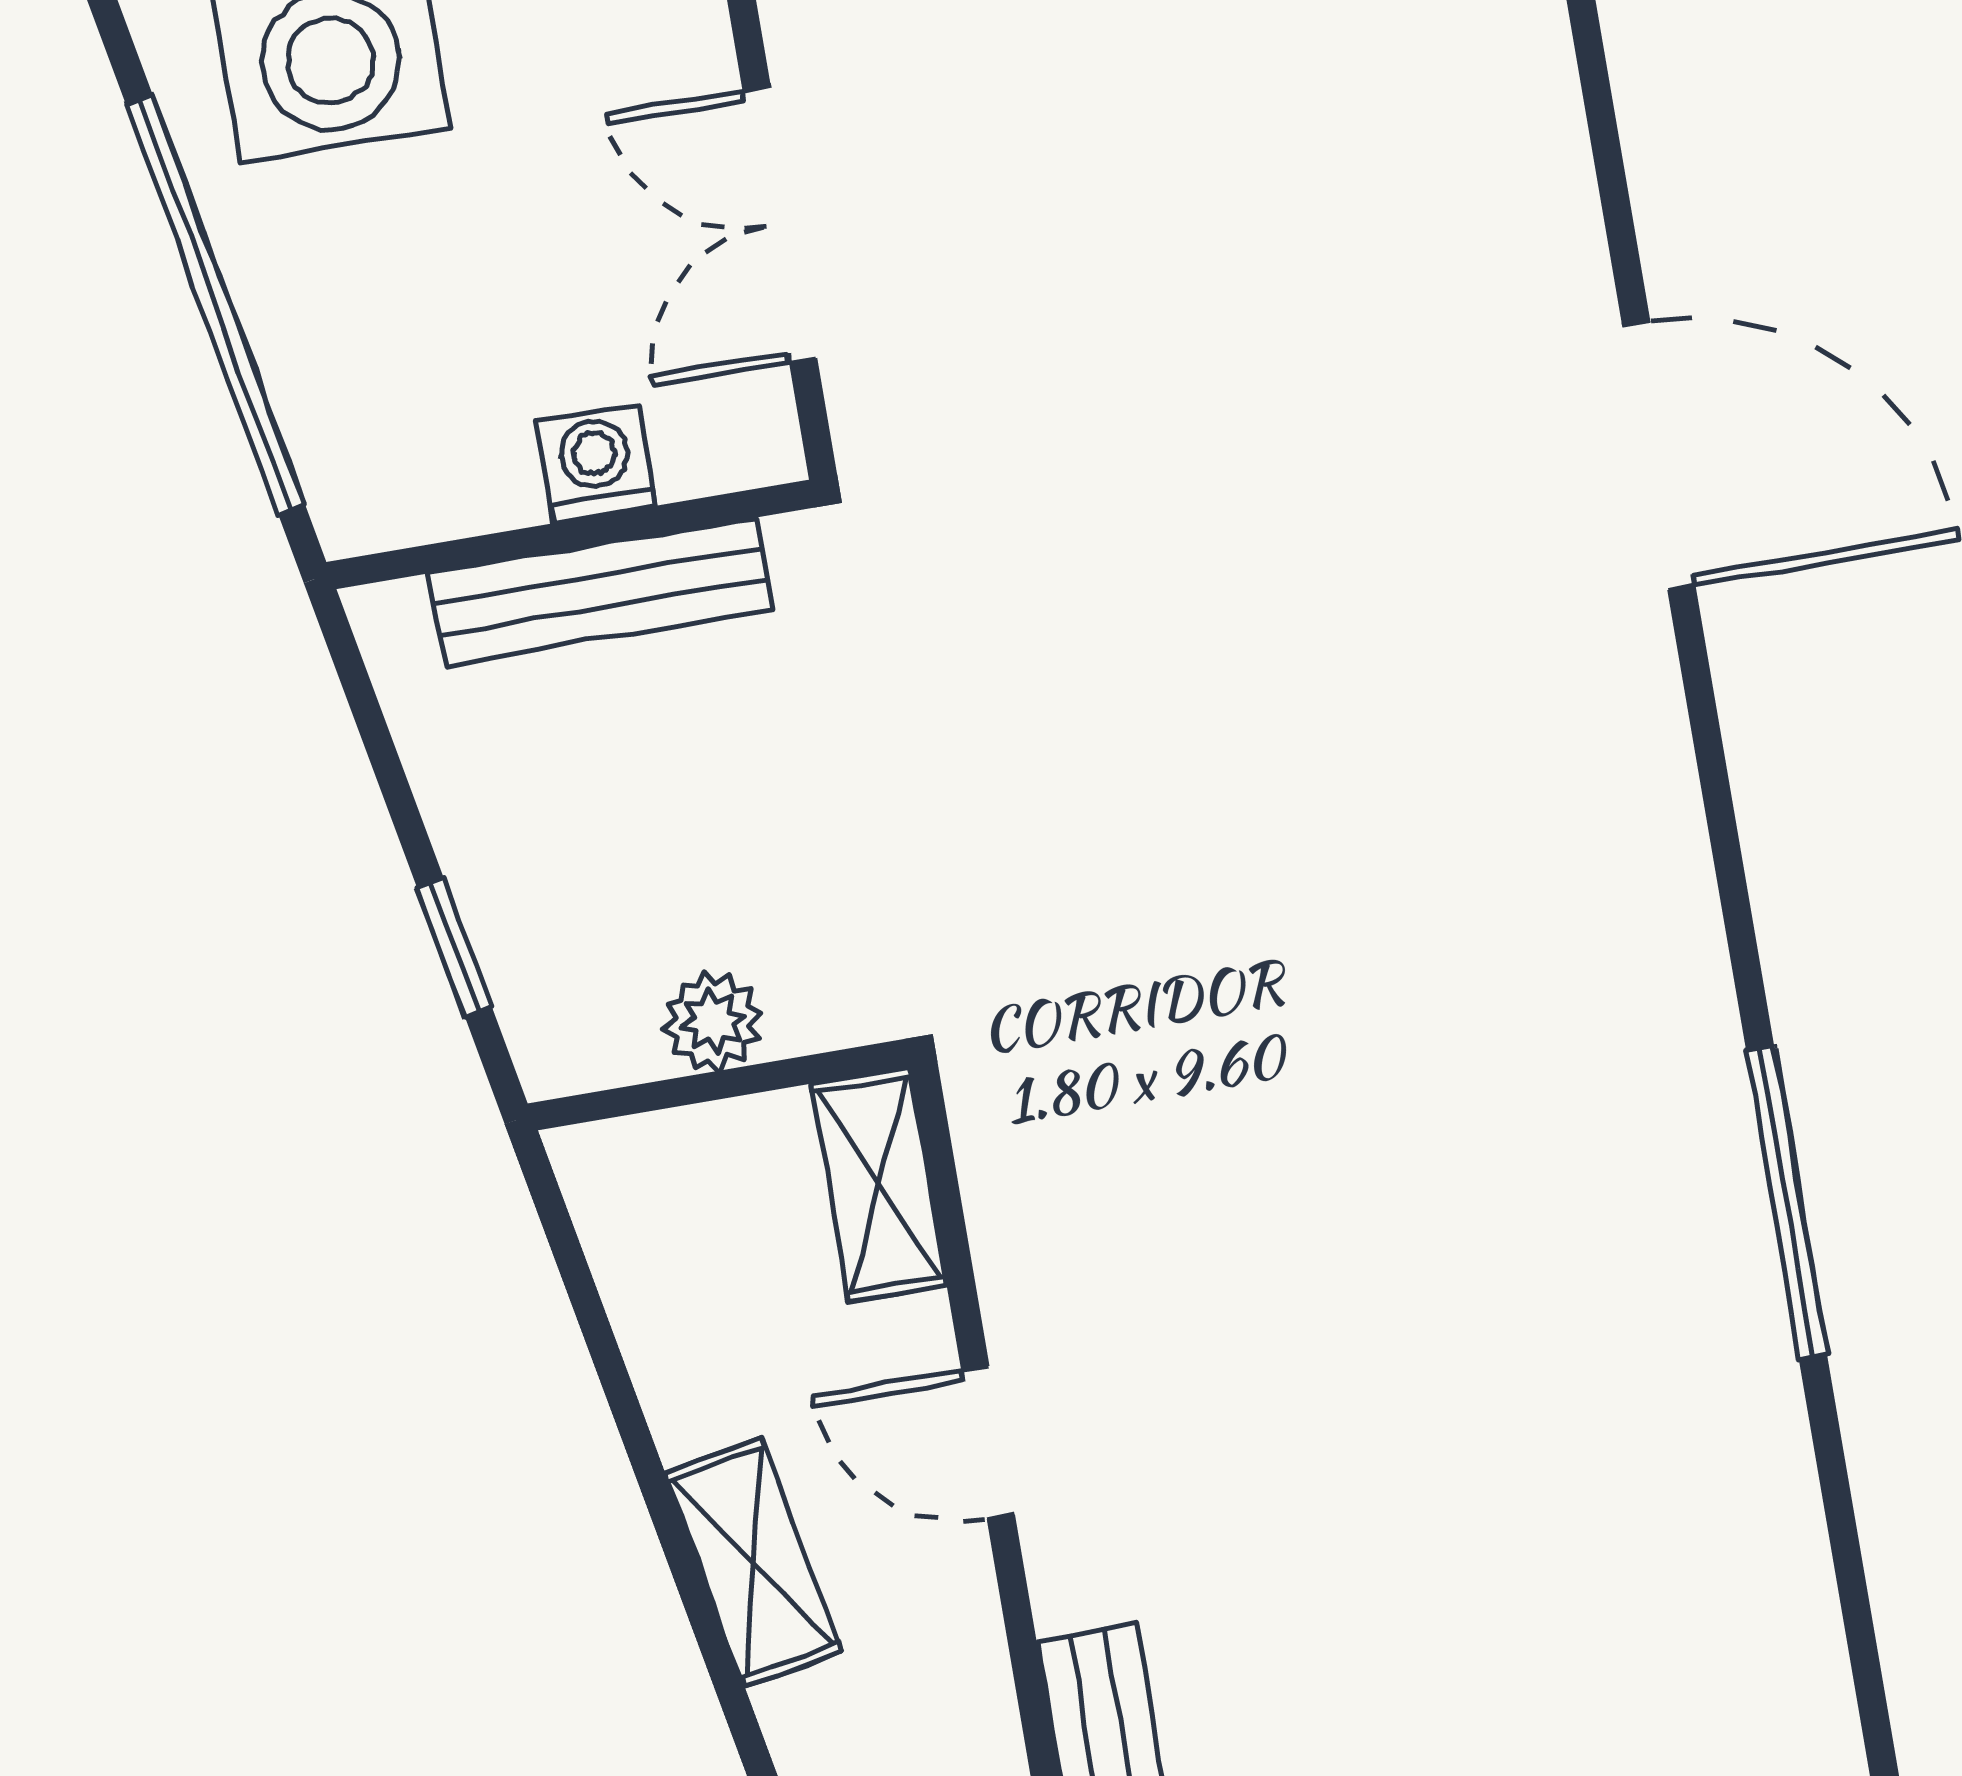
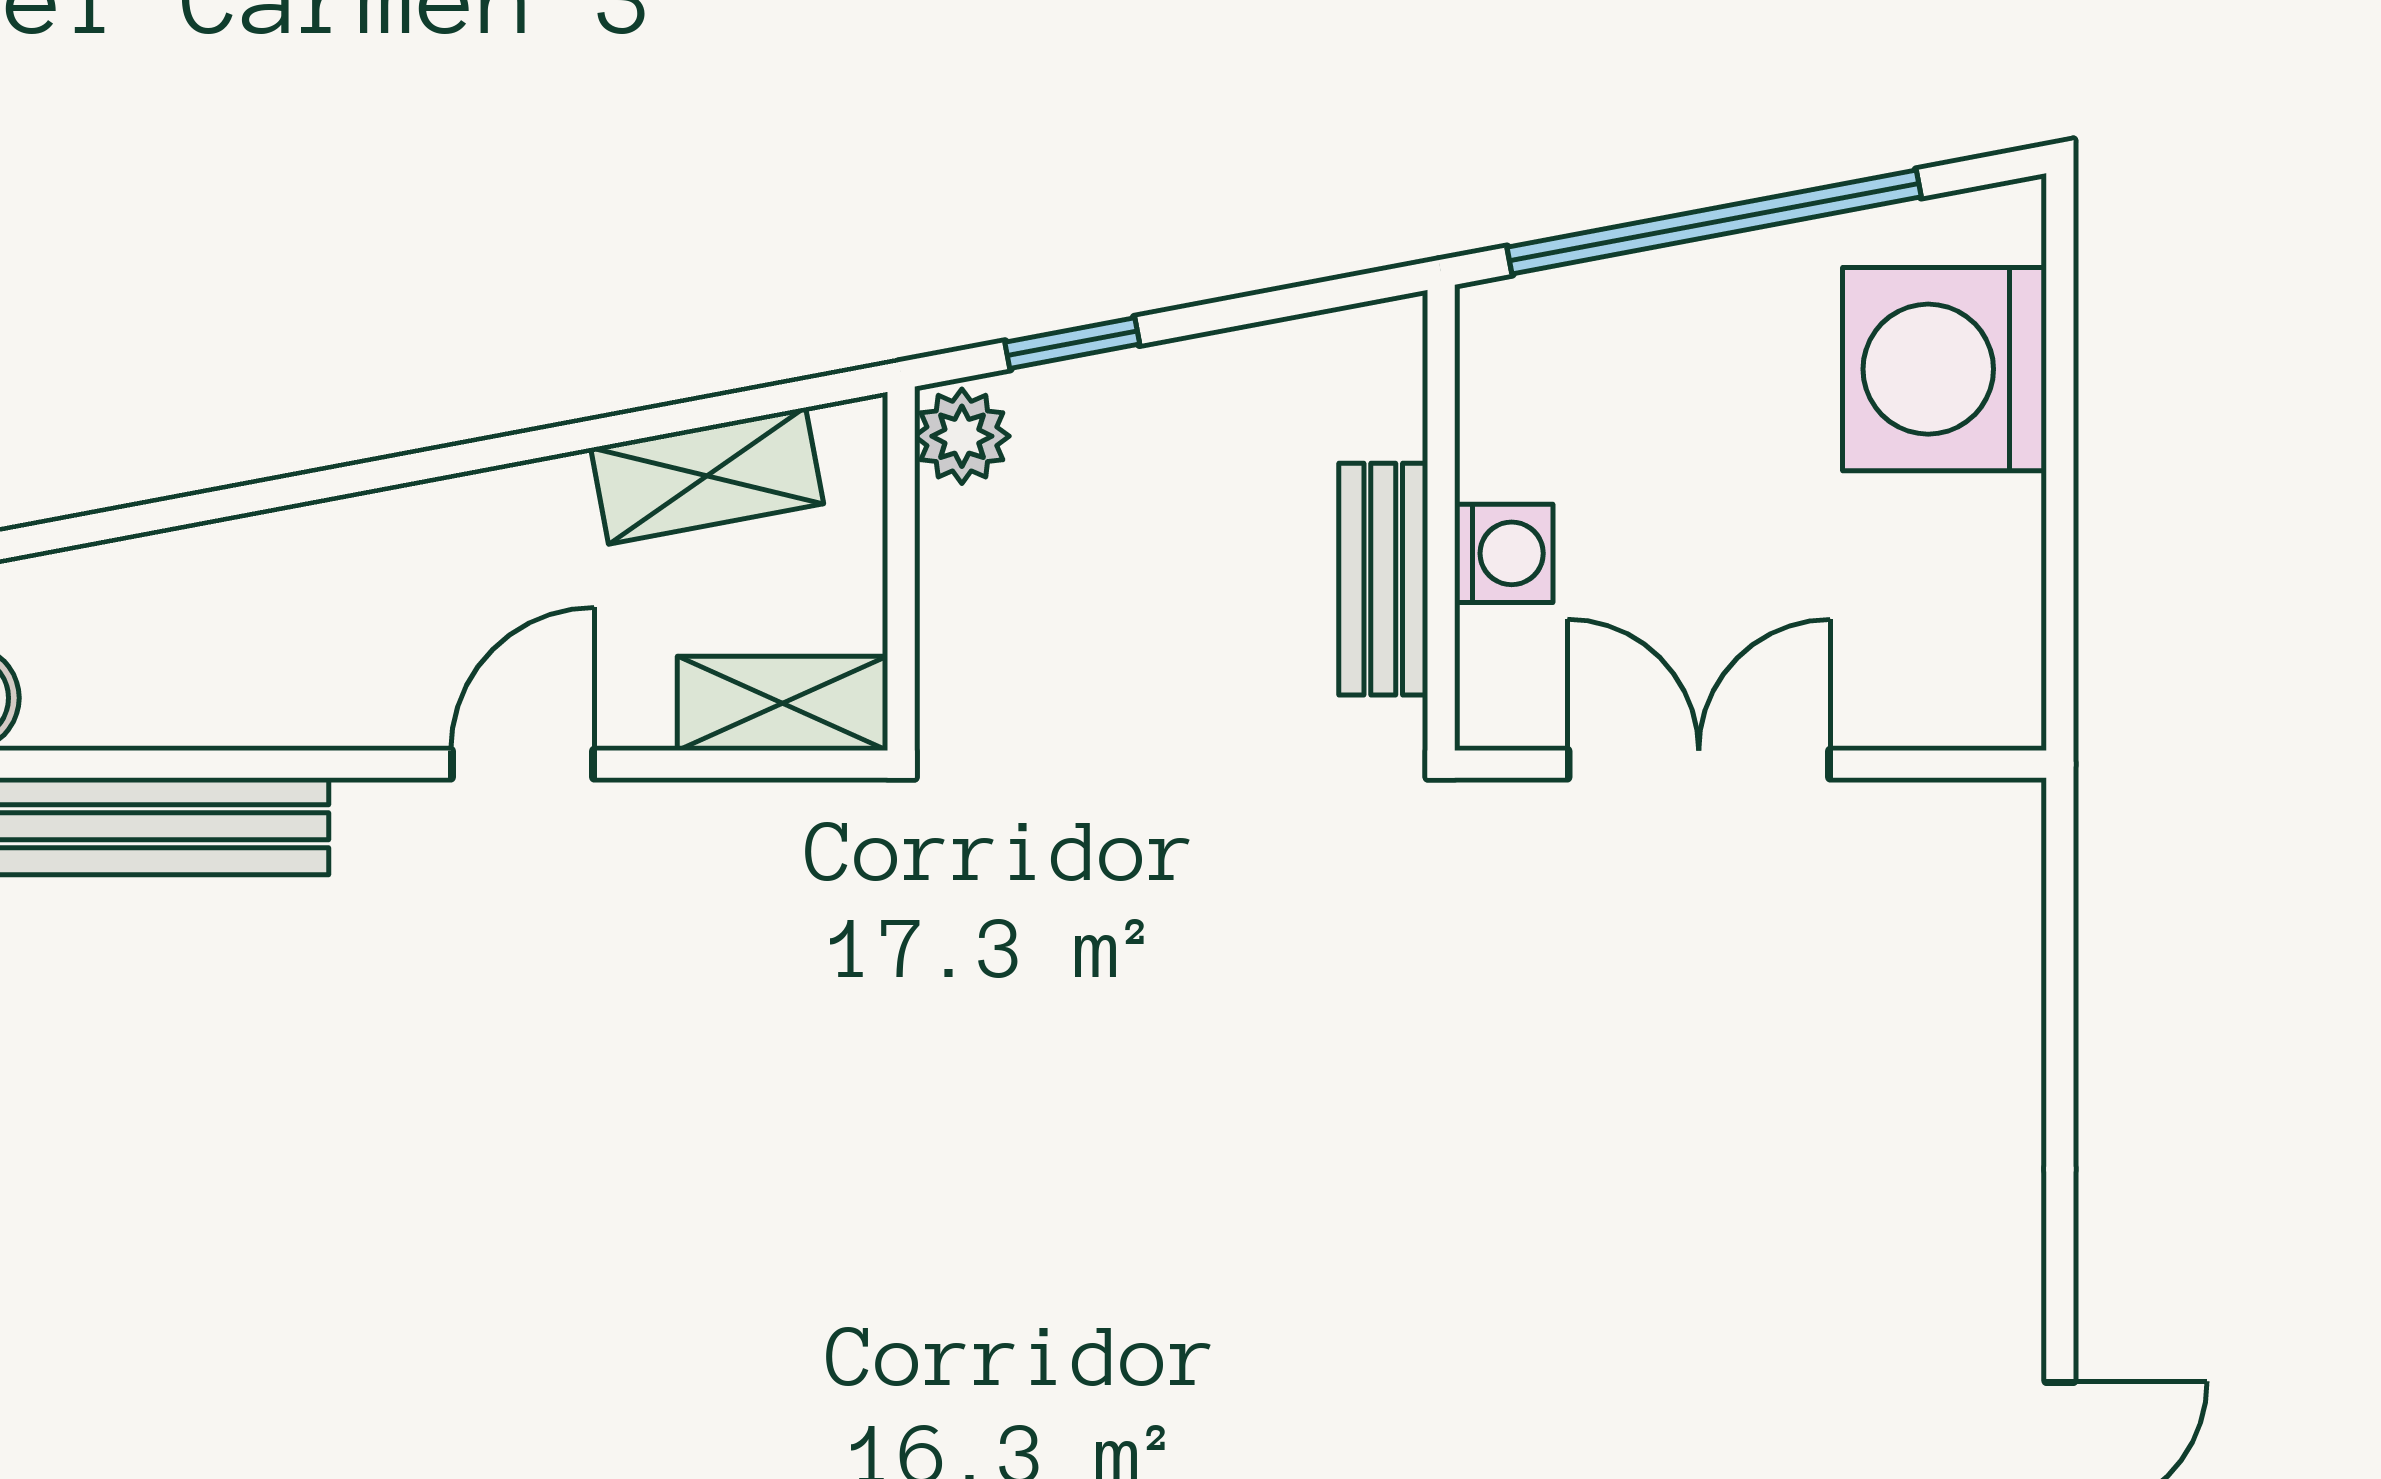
bench: (600, 591) -> (1383, 579), width x0.73
plant: (713, 1021) -> (962, 436), moved
shelving: (753, 1562) -> (707, 476), moved

